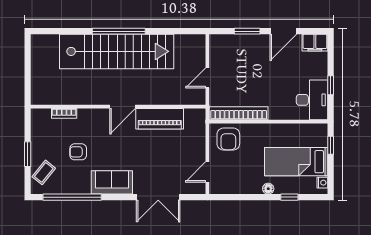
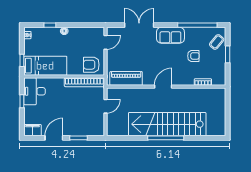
piano: (160, 119) -> (126, 78), moved
armchair: (228, 139) -> (91, 65), turned -90
bed: (296, 162) -> (45, 66), moved

